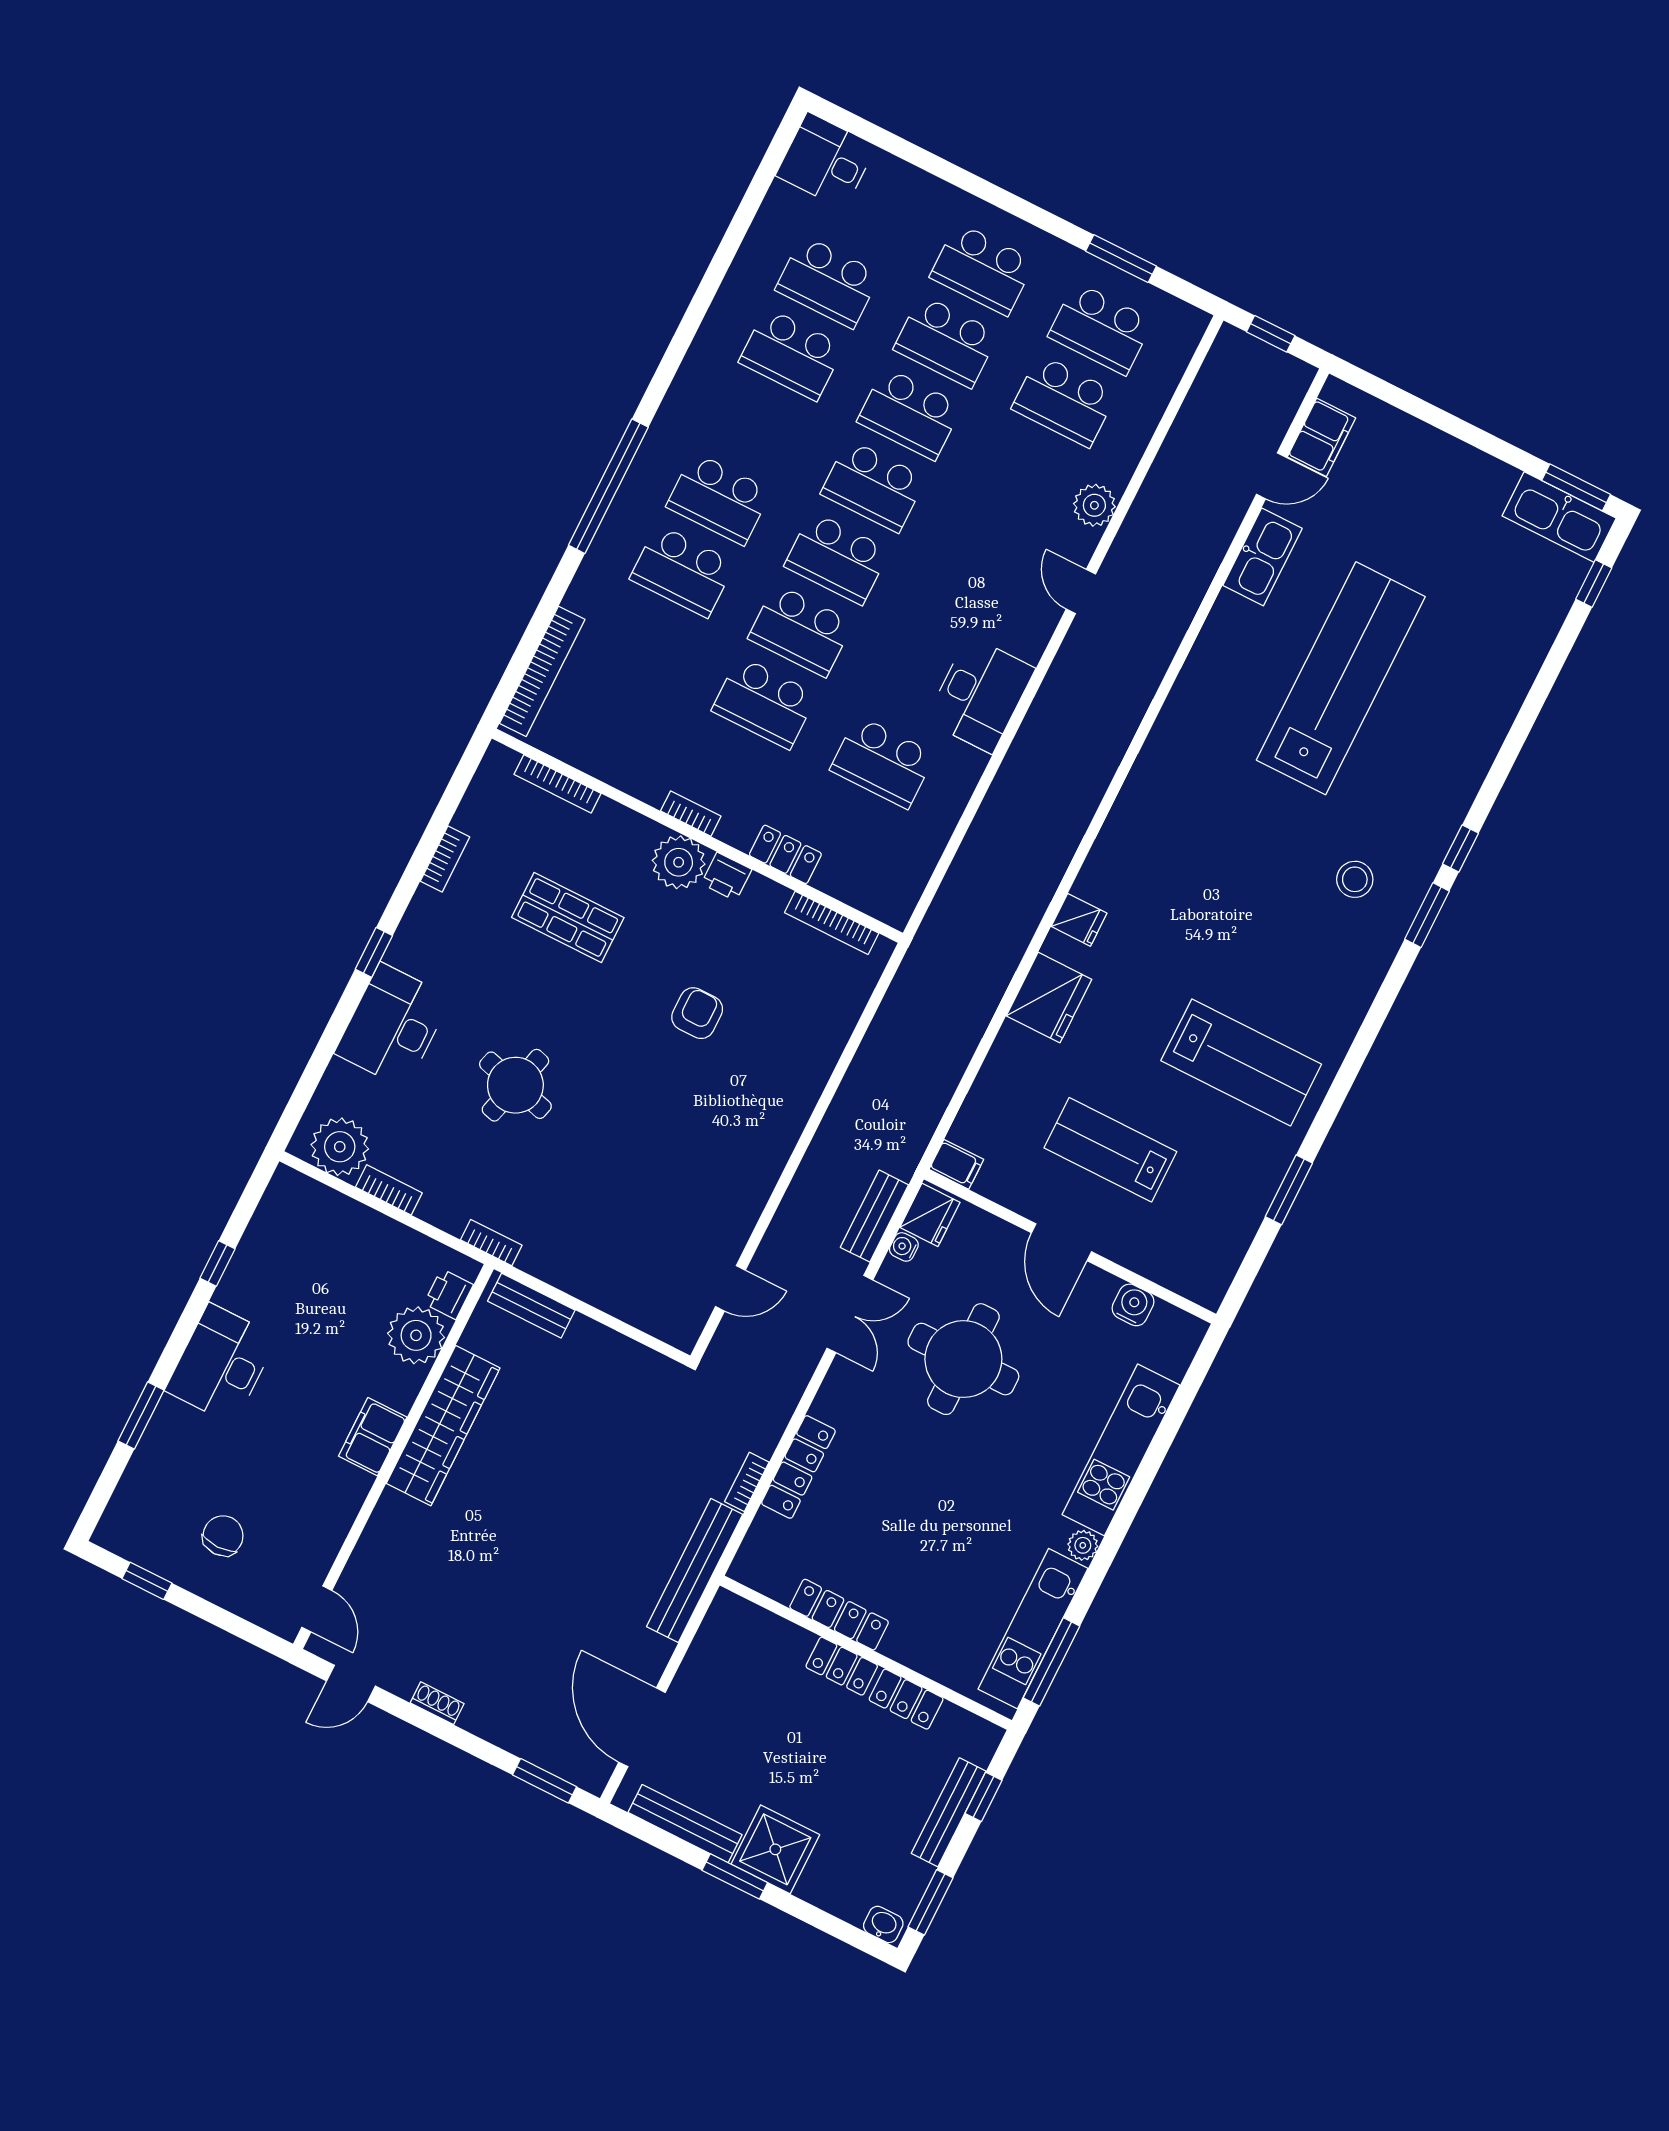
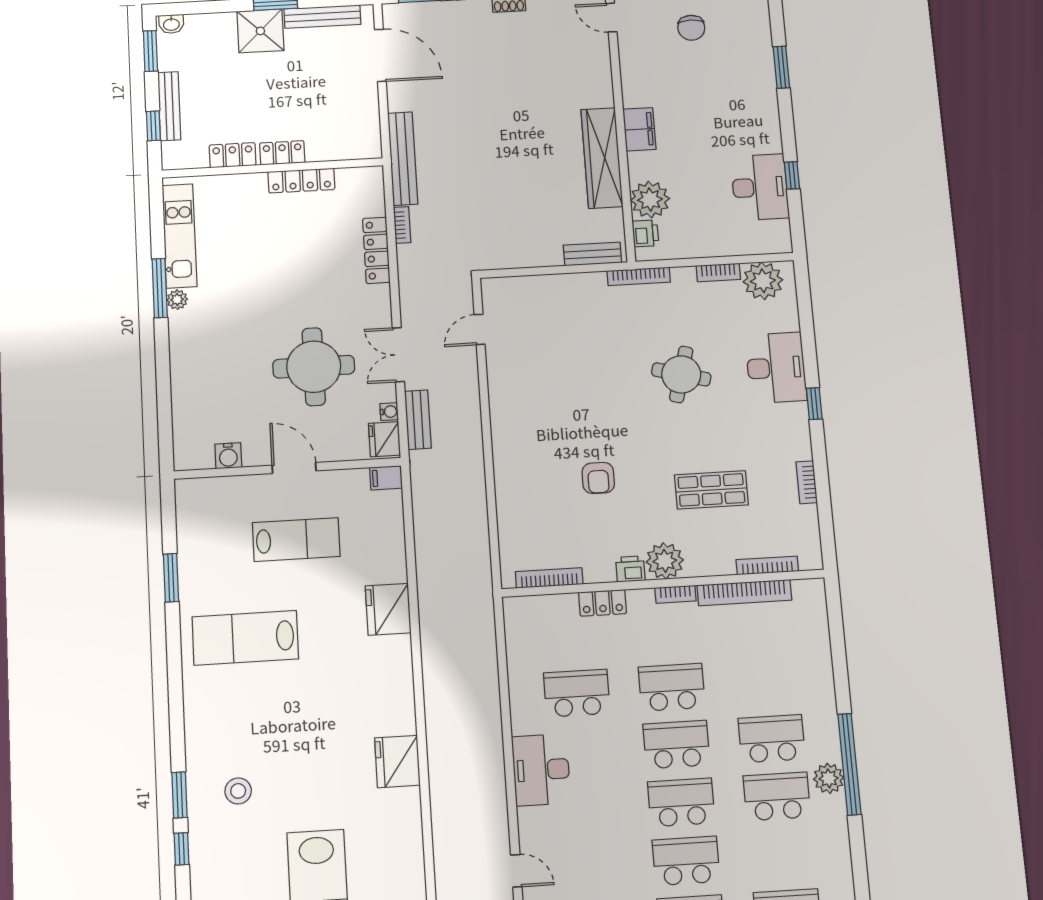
plant: (644, 484) -> (829, 778), added
bookcase: (542, 671) -> (744, 593), moved, turned -90
fridge: (1079, 920) -> (397, 761), moved, width x1.88, depth x1.34
bookcase: (491, 1243) -> (639, 276), width x1.56
desk: (221, 1364) -> (760, 187), moved
kitchen unit: (1121, 1450) -> (186, 367), removed
window: (1051, 1662) -> (160, 288), moved

